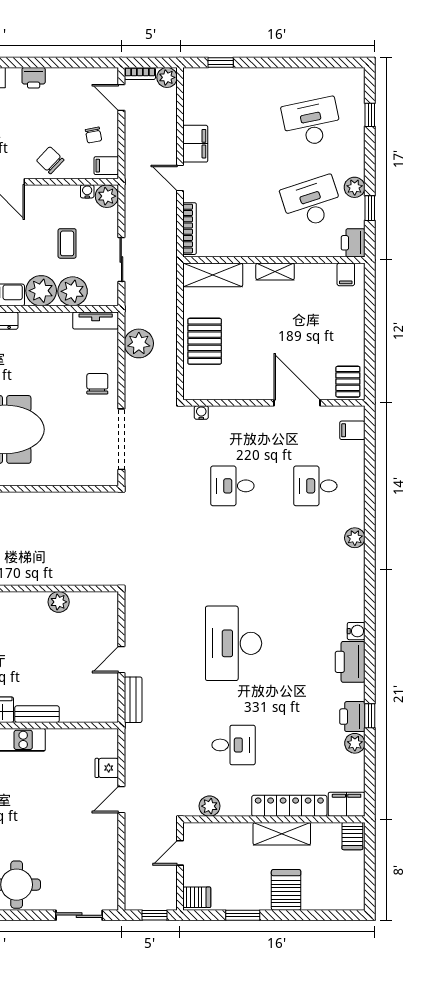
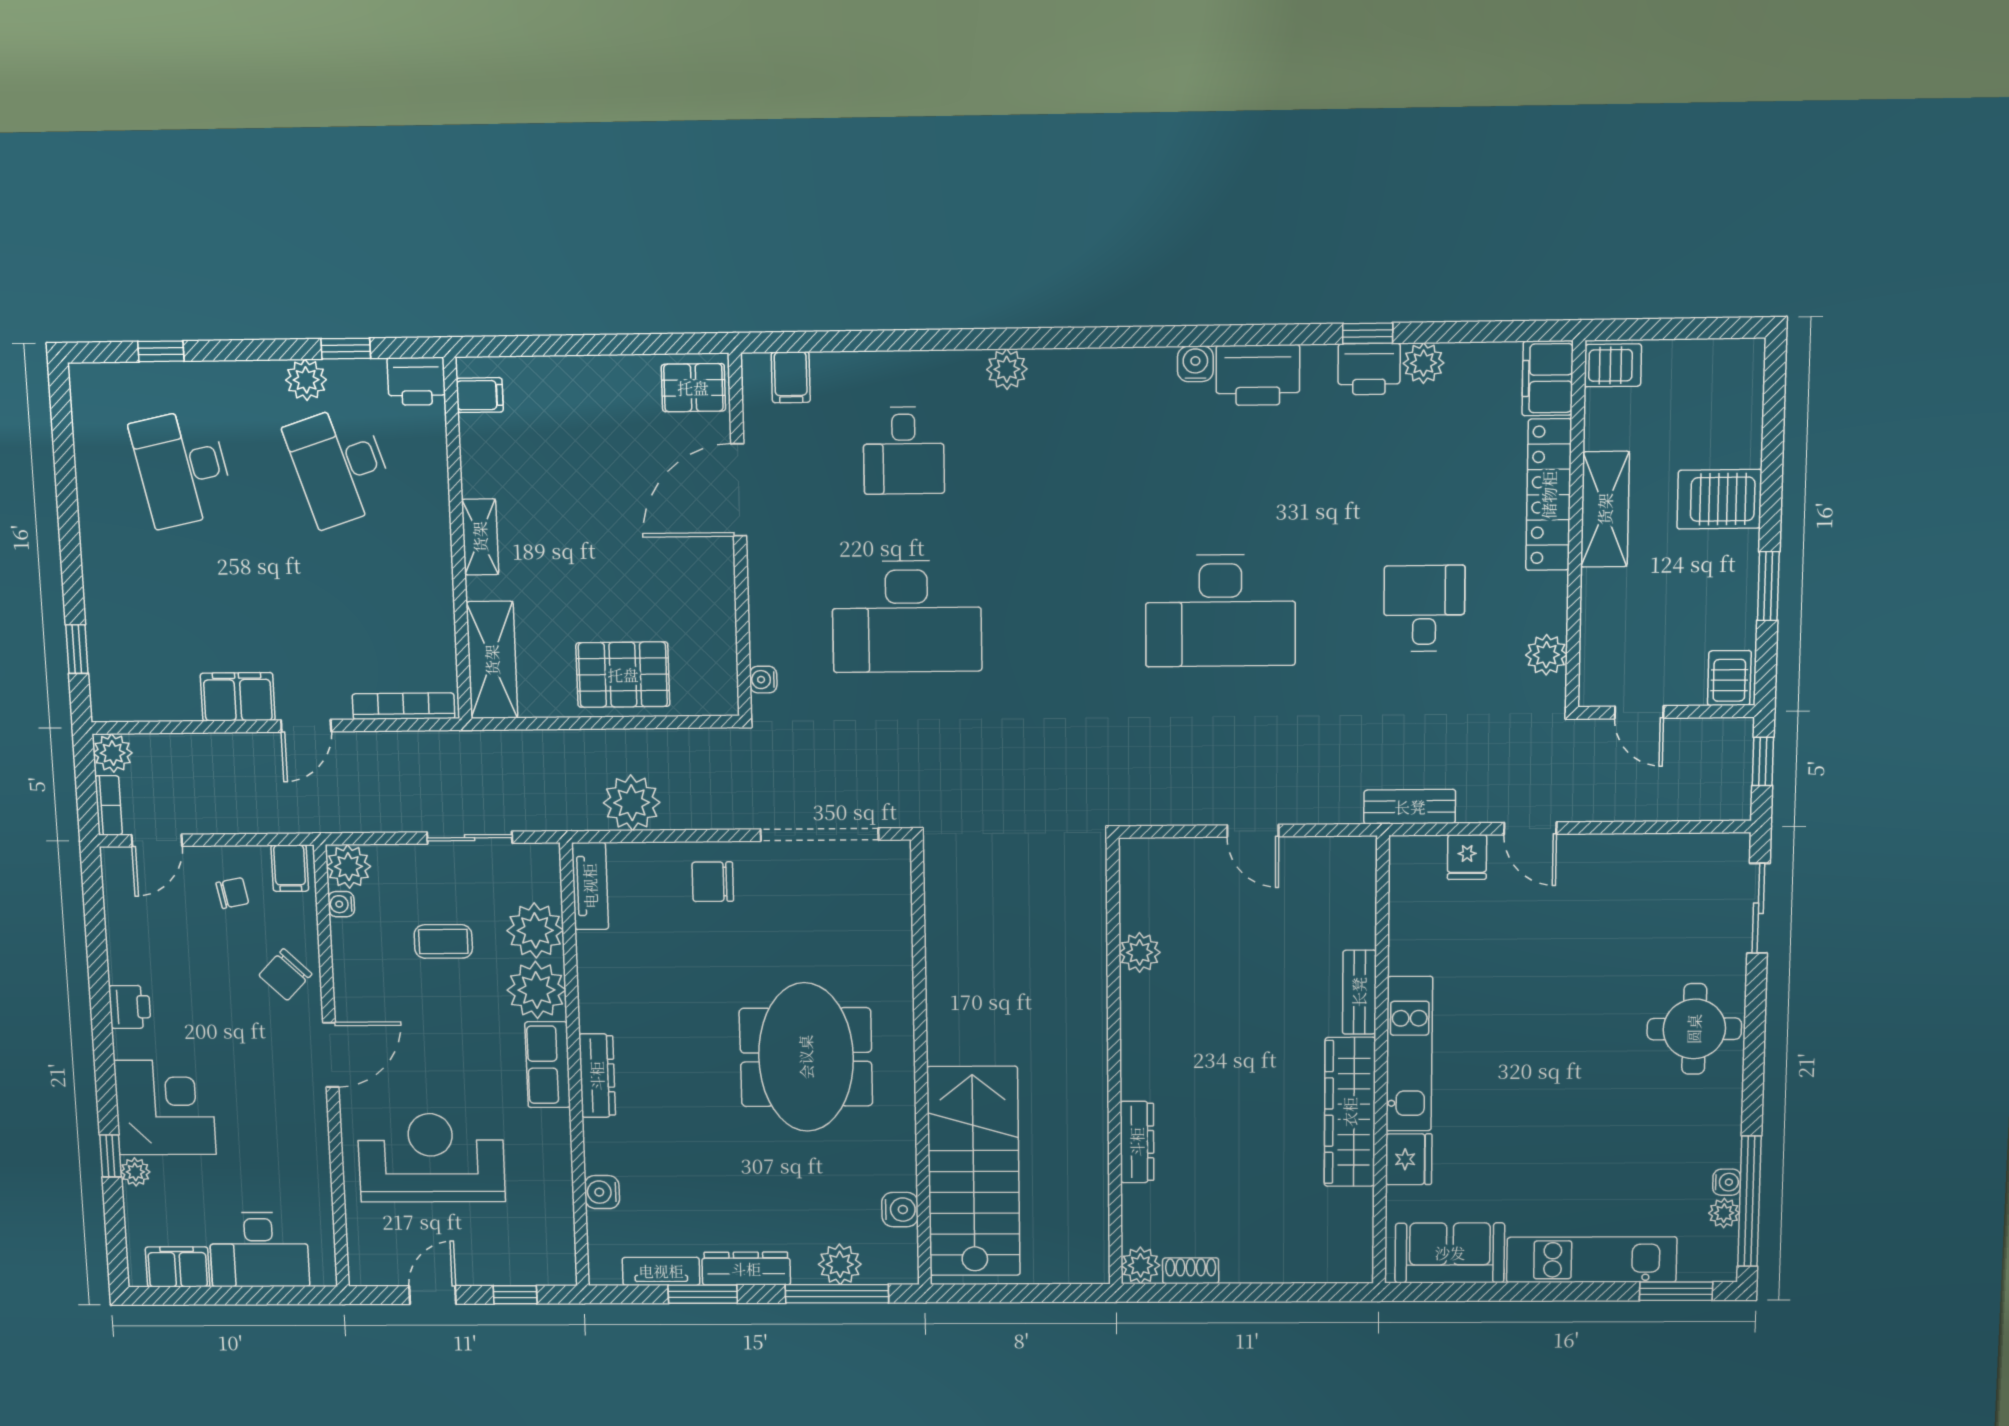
desk: (232, 486) -> (907, 617), width x1.87, depth x1.30
bench: (133, 700) -> (1410, 807), moved

